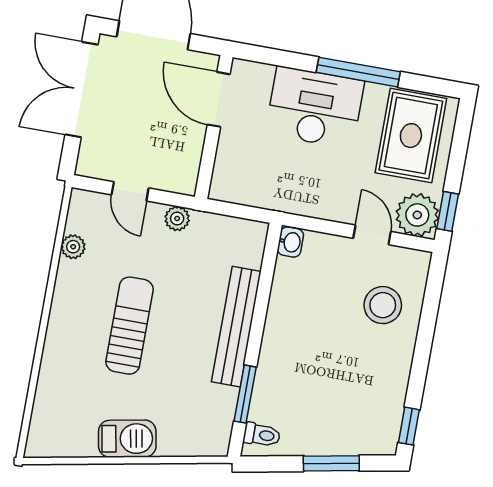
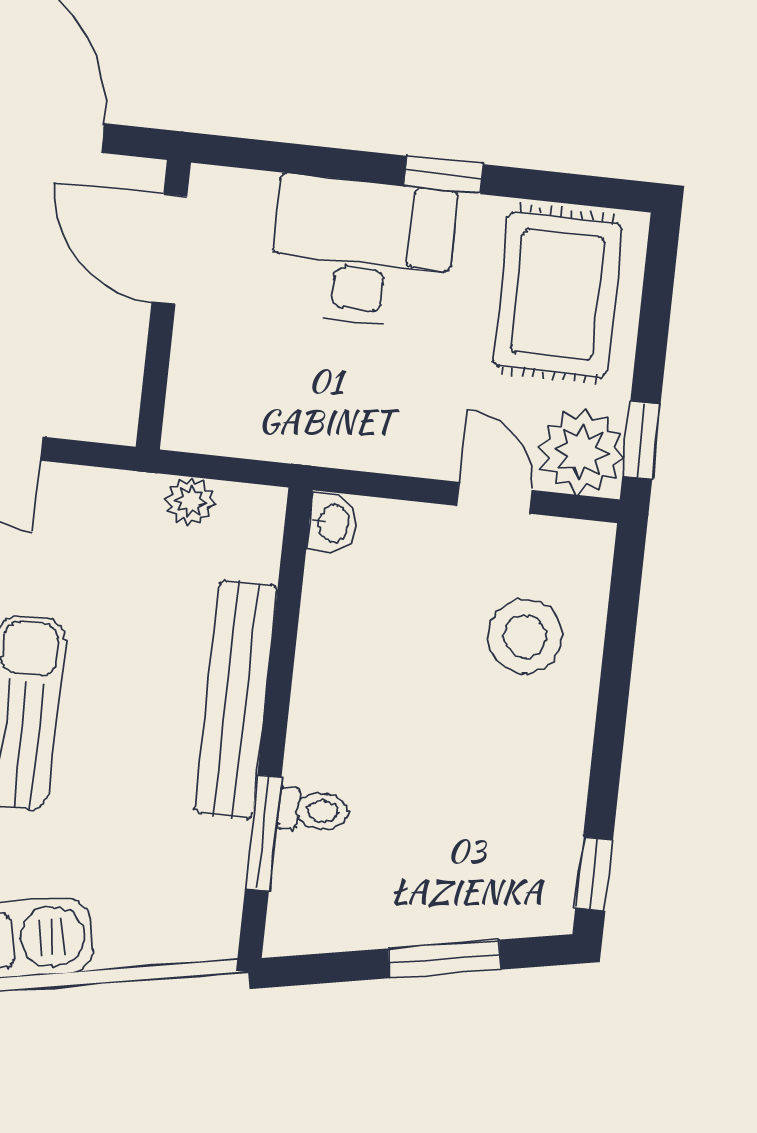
window: (358, 72) -> (444, 175), width x0.46
plant: (177, 218) -> (190, 502), moved
toilet: (262, 435) -> (313, 810), moved

